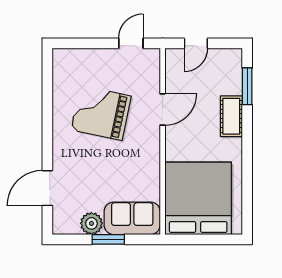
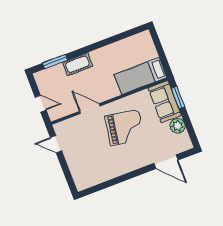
grand piano: (101, 113) -> (125, 127), moved, turned -93
bed: (198, 198) -> (141, 76), width x0.49
window: (108, 239) -> (178, 97), moved

